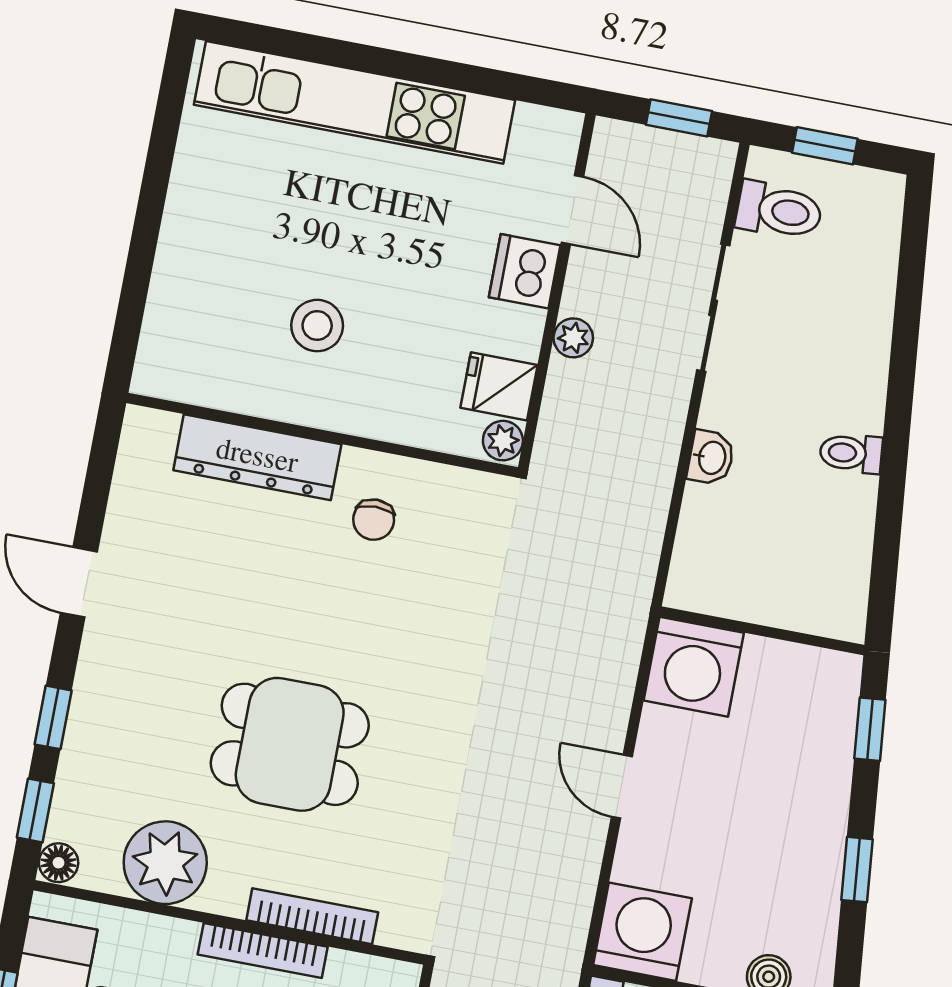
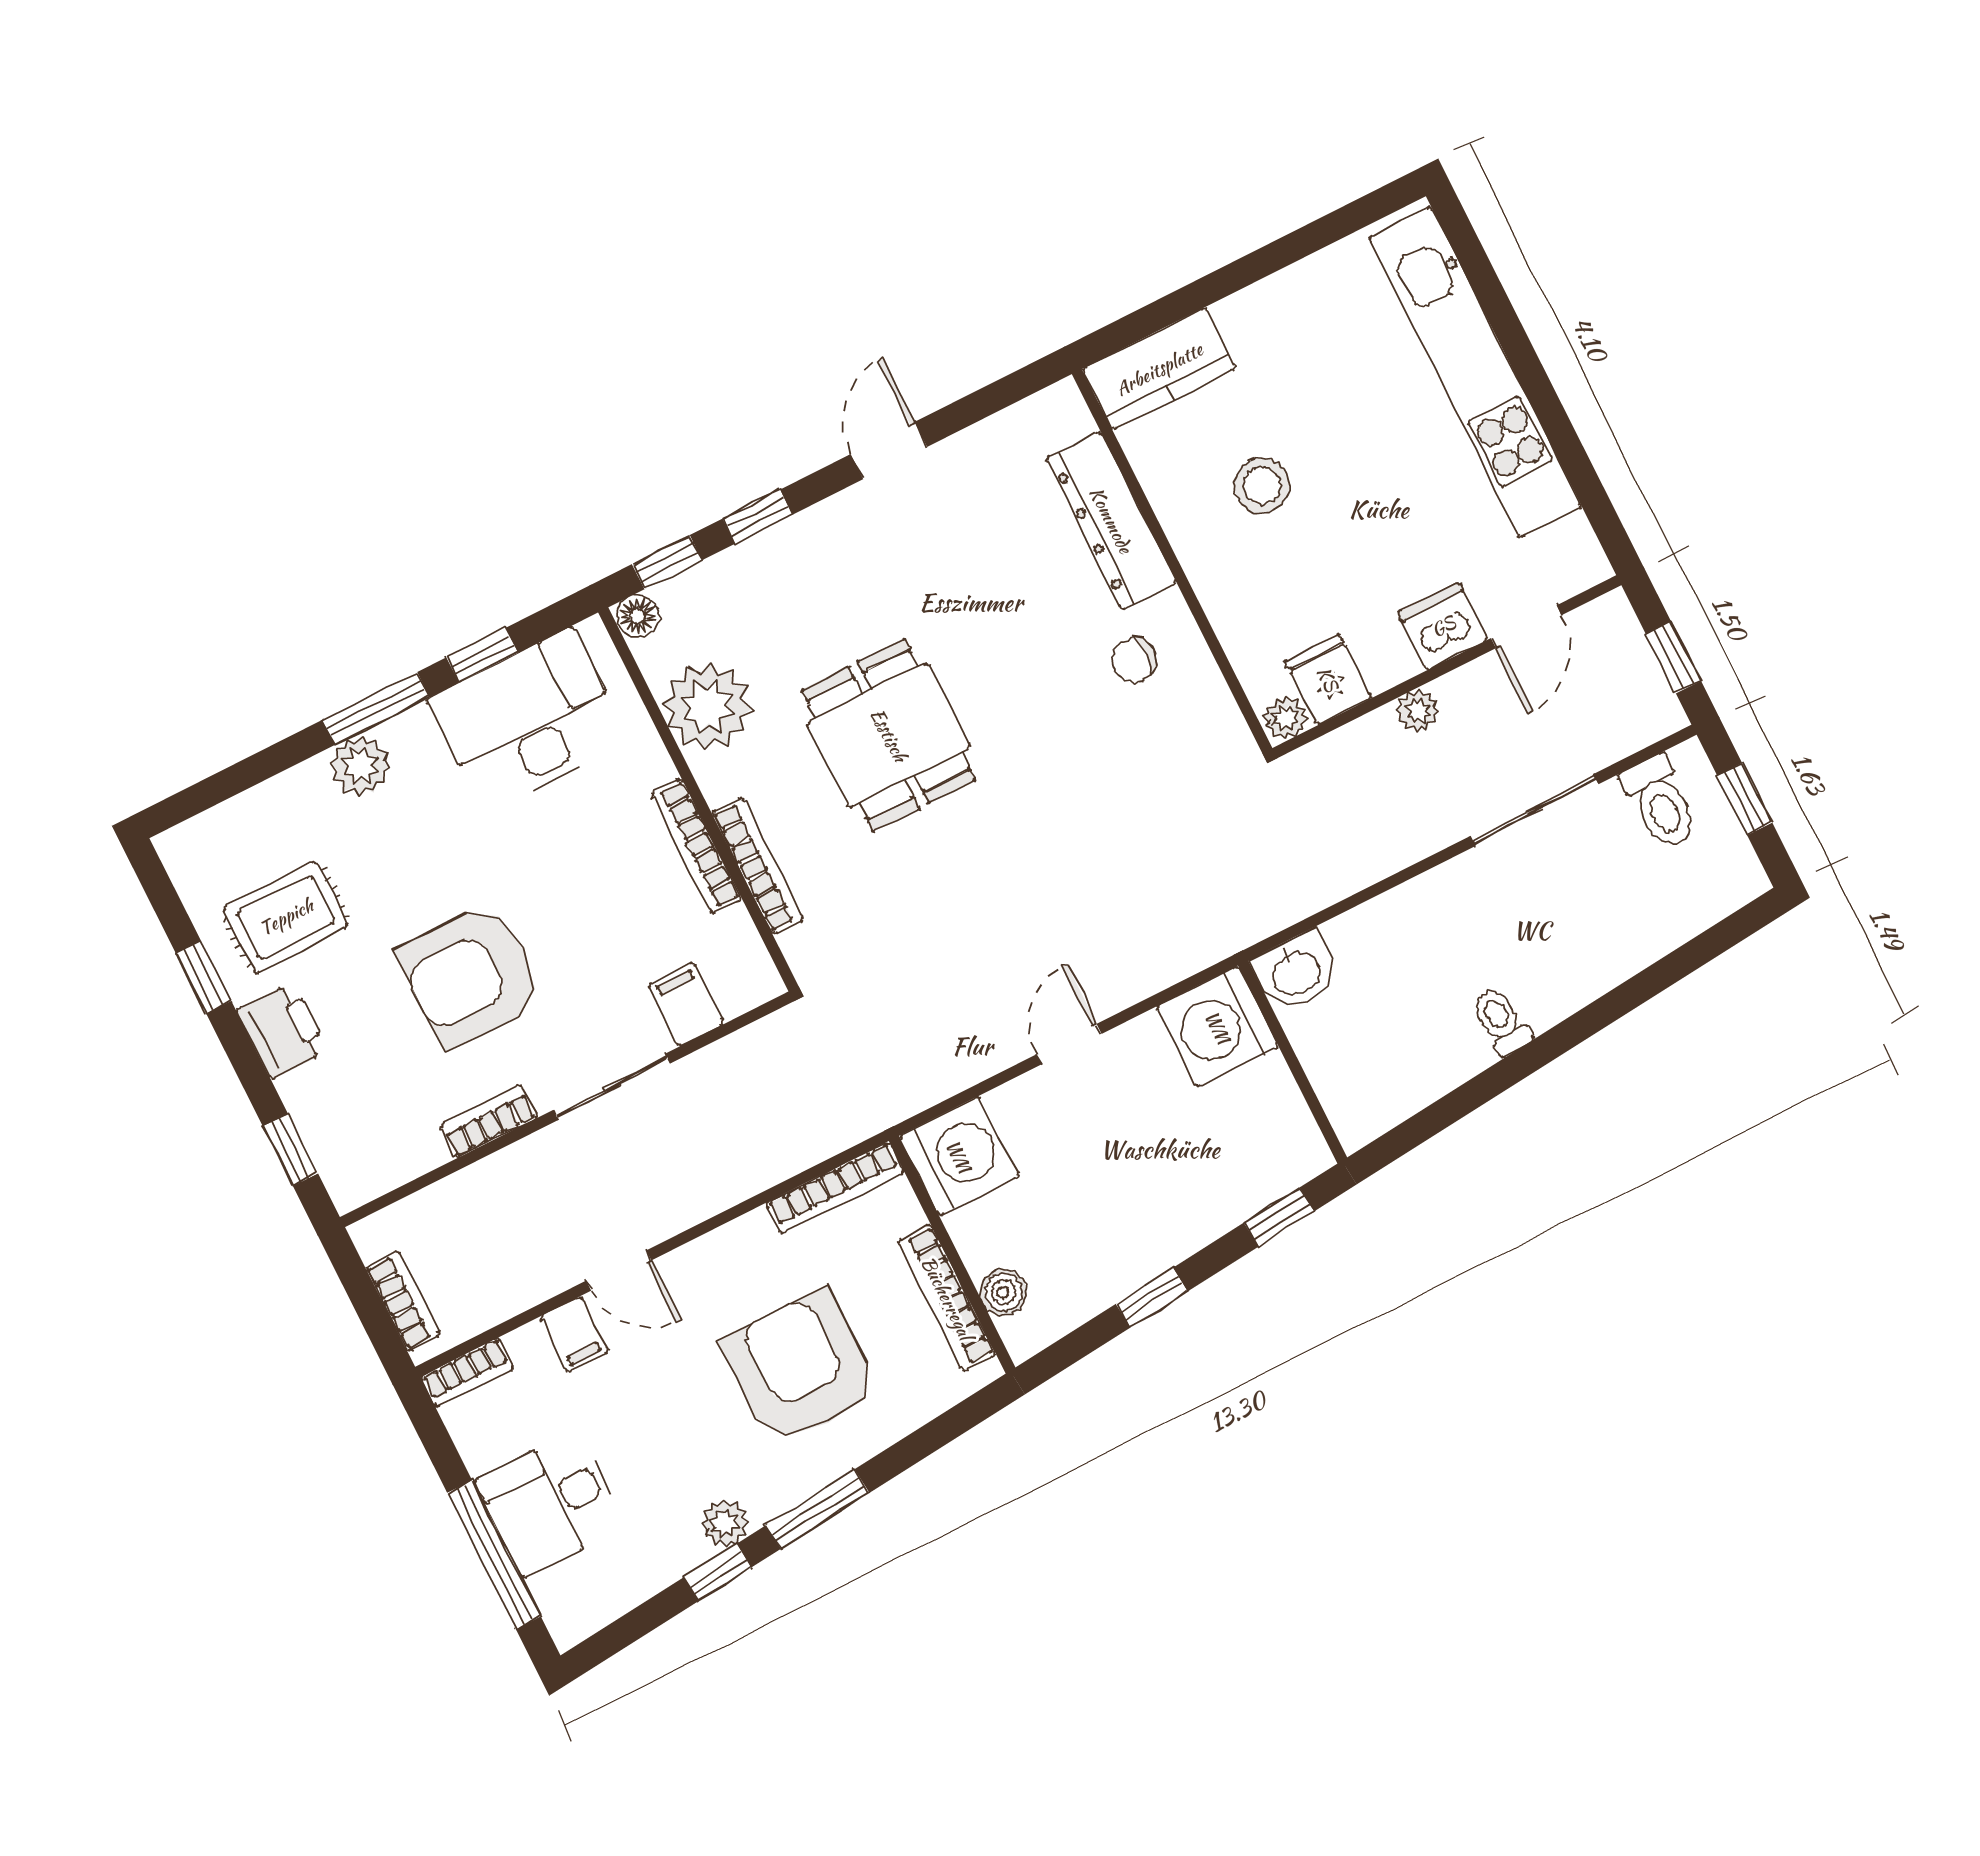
kitchen counter: (172, 336) -> (1159, 369), added
washbasin: (711, 458) -> (1296, 972), moved, width x1.38, depth x1.45

